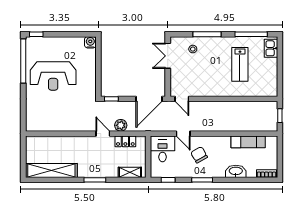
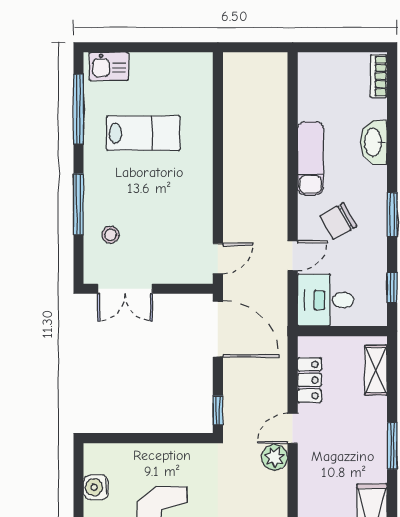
water cooler: (90, 42) -> (96, 487), moved
window: (280, 116) -> (254, 47), removed
plant: (121, 125) -> (275, 457), moved
exam couch: (248, 142) -> (310, 158), moved

